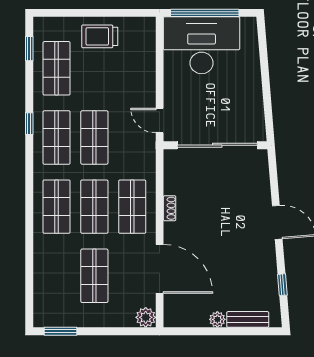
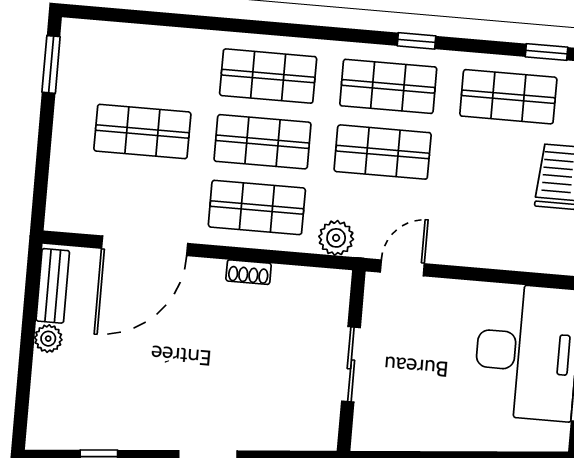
sliding door: (217, 145) -> (351, 364), width x0.54
plant: (146, 317) -> (336, 238), moved
bench: (248, 319) -> (53, 286), moved

